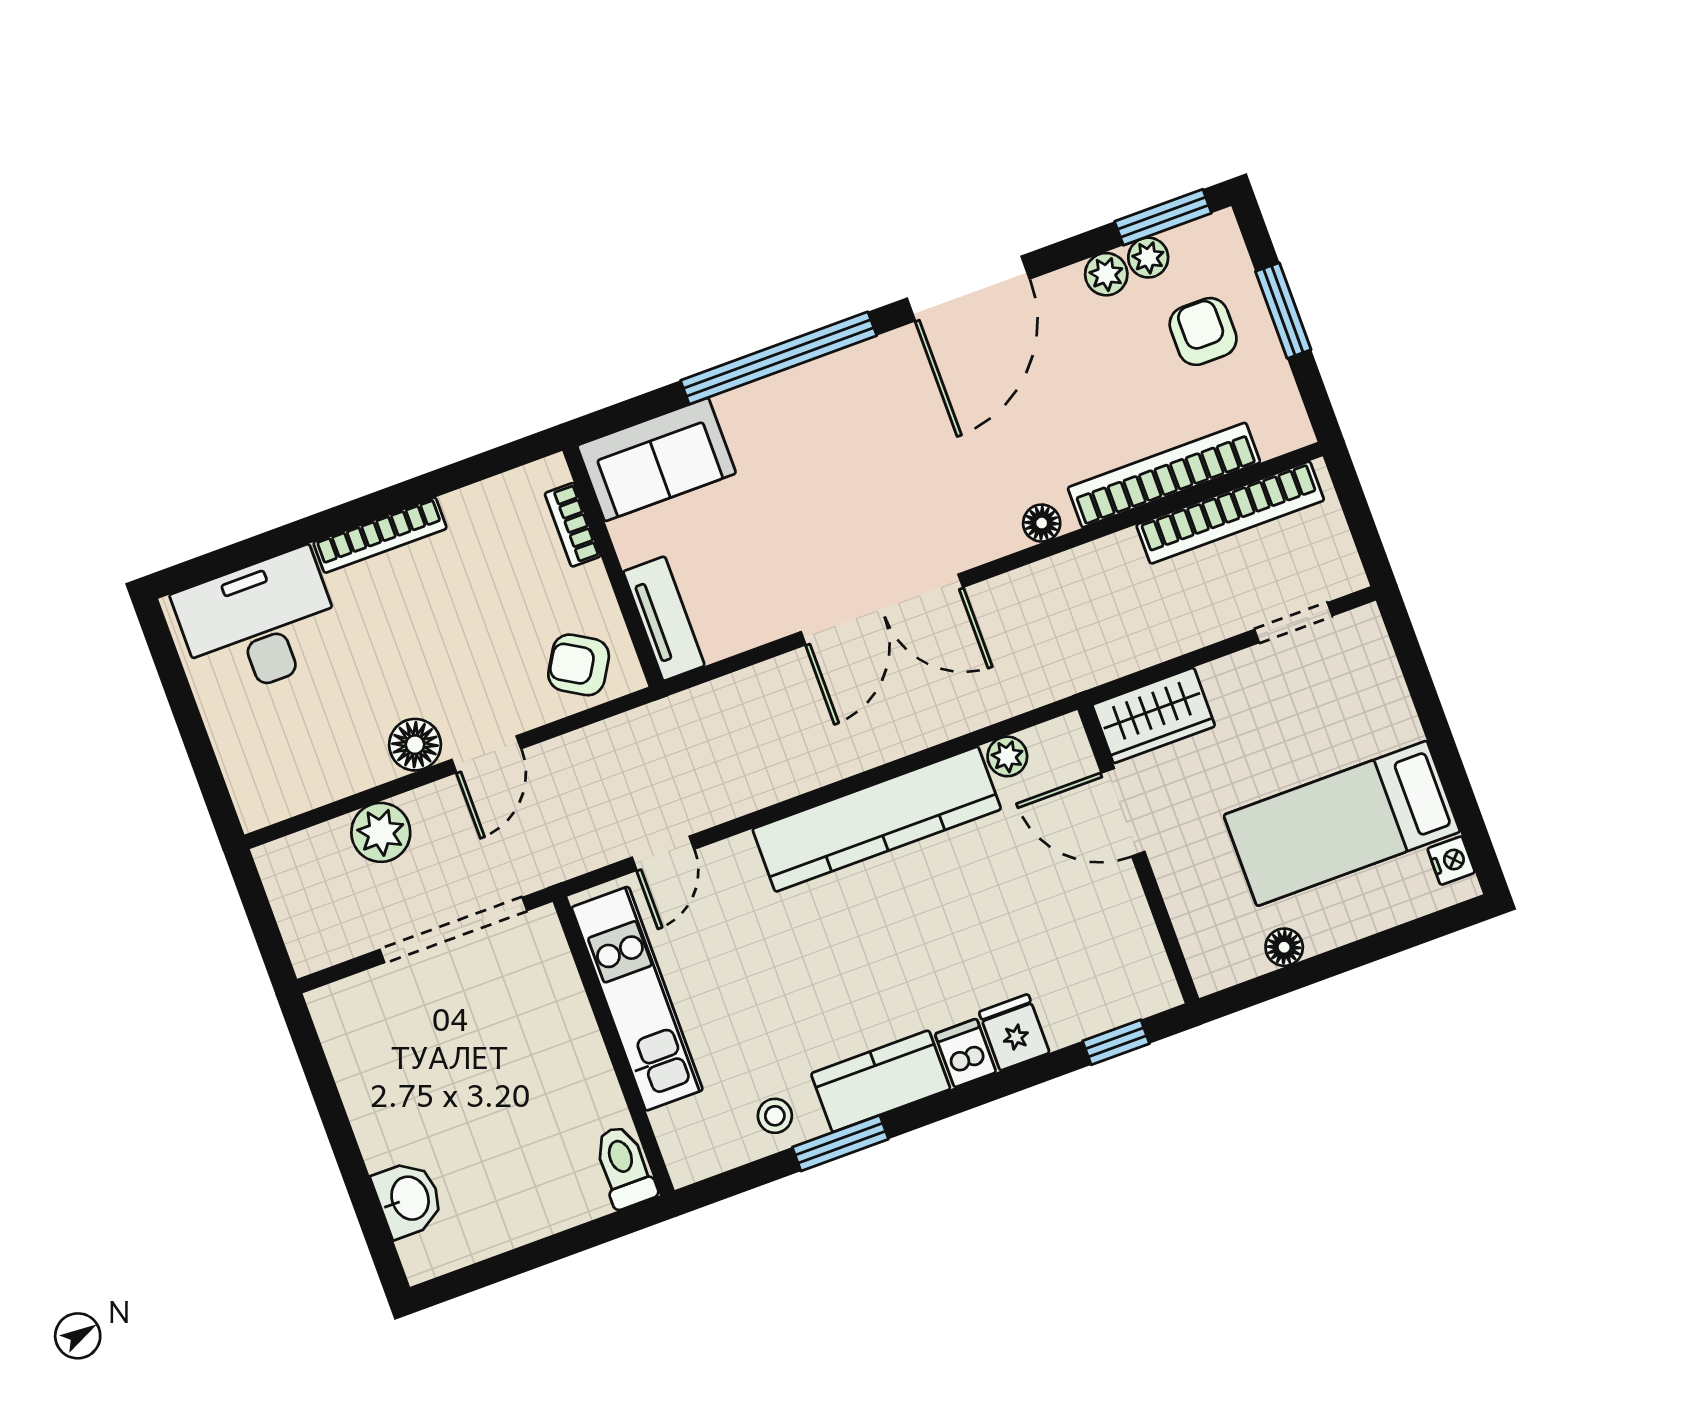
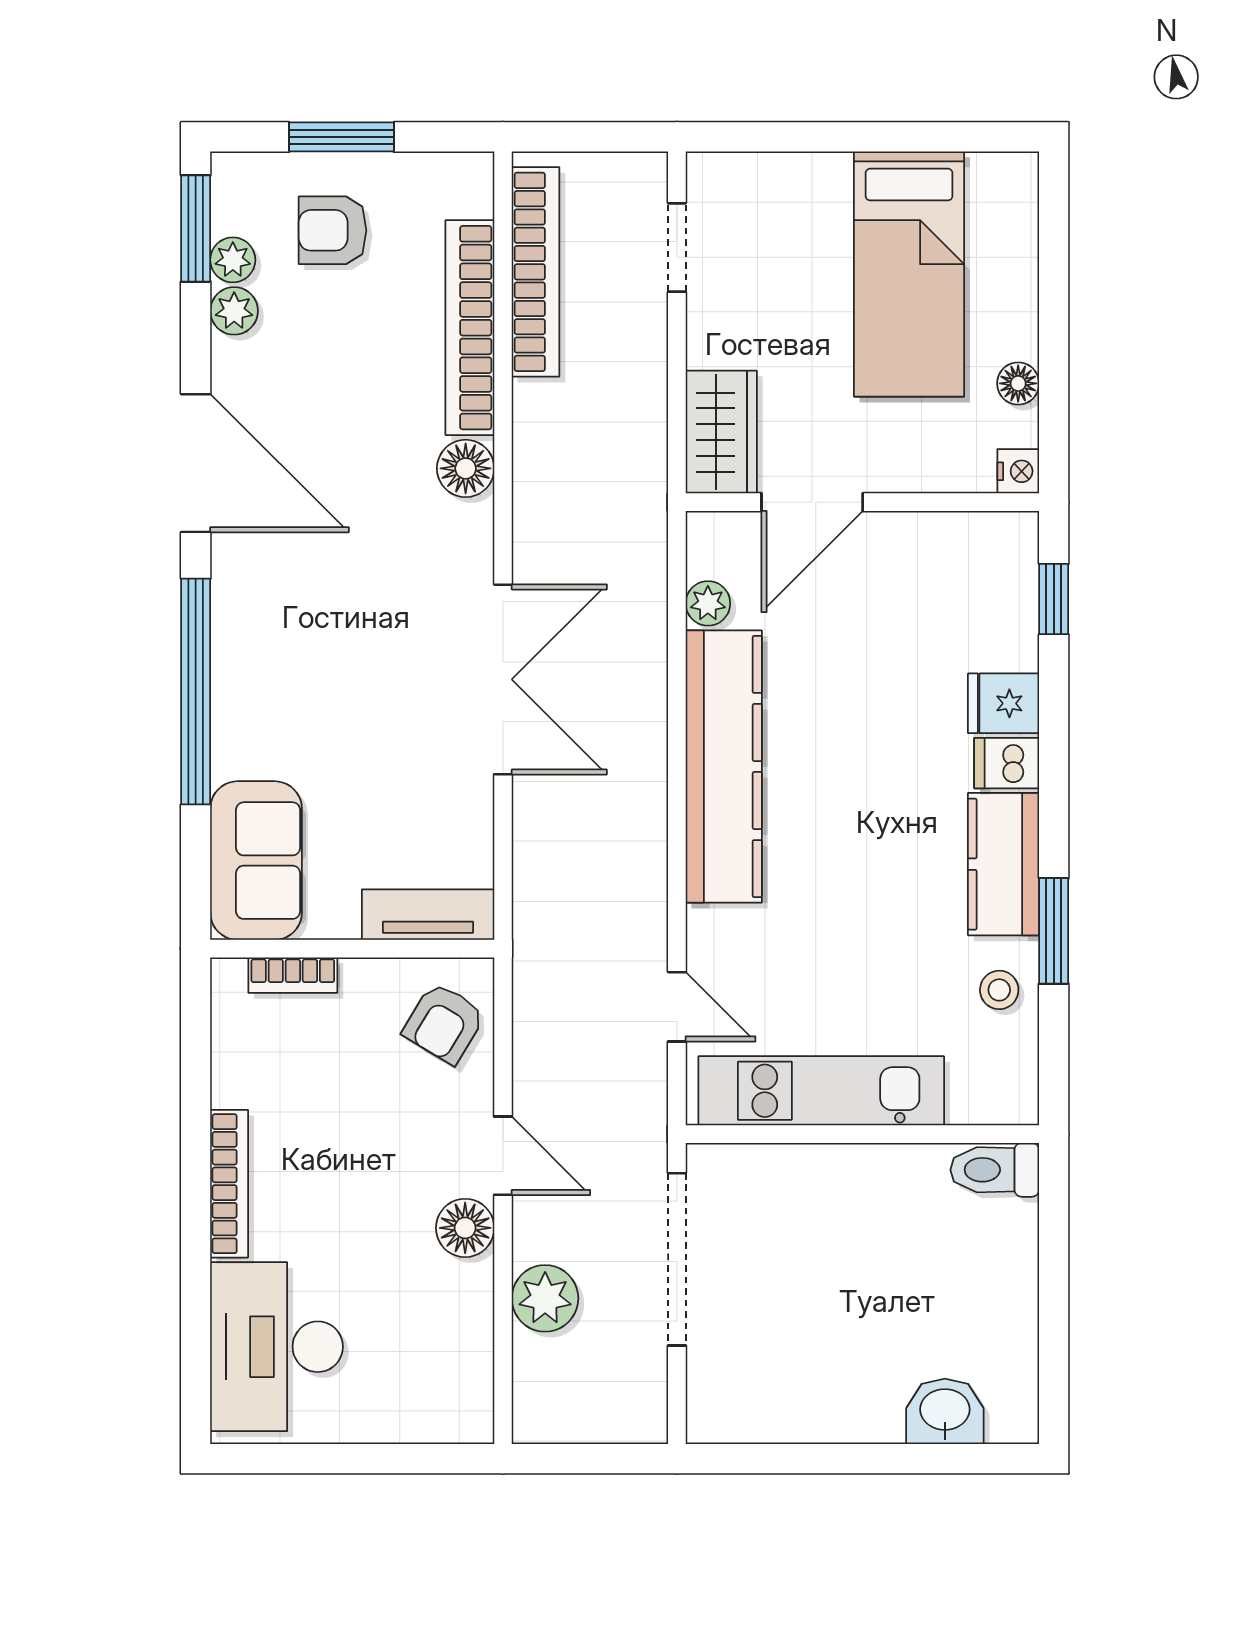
floor lamp: (1042, 523) -> (466, 468), width x1.37, depth x1.37
nightstand: (1451, 861) -> (1018, 471), moved, turned 90

